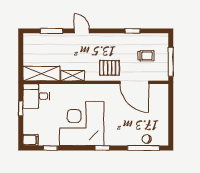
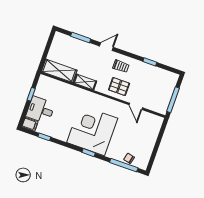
door: (82, 31) -> (106, 47), hinge flipped
trolley: (146, 56) -> (121, 66), moved
door: (134, 82) -> (136, 106), width x0.53
desk: (36, 96) -> (41, 110), moved
corner desk: (82, 123) -> (92, 130), moved

